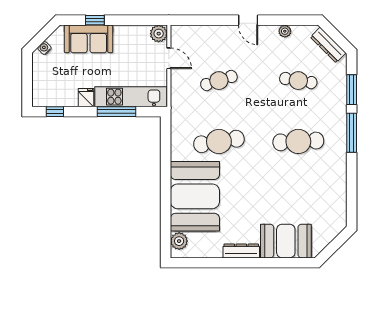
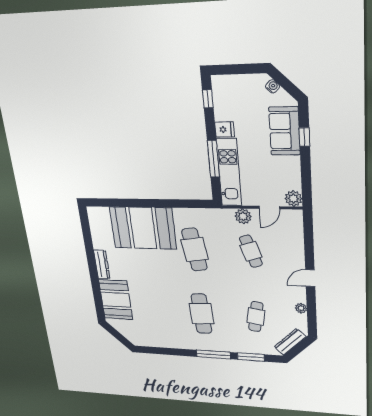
plant: (179, 241) -> (243, 216), moved

